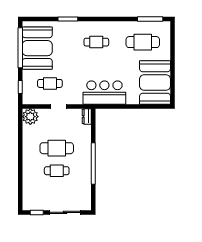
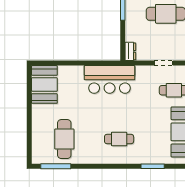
cafe table: (143, 42) -> (64, 139), turned 90
booth: (155, 83) -> (44, 84), width x0.73, depth x0.70

